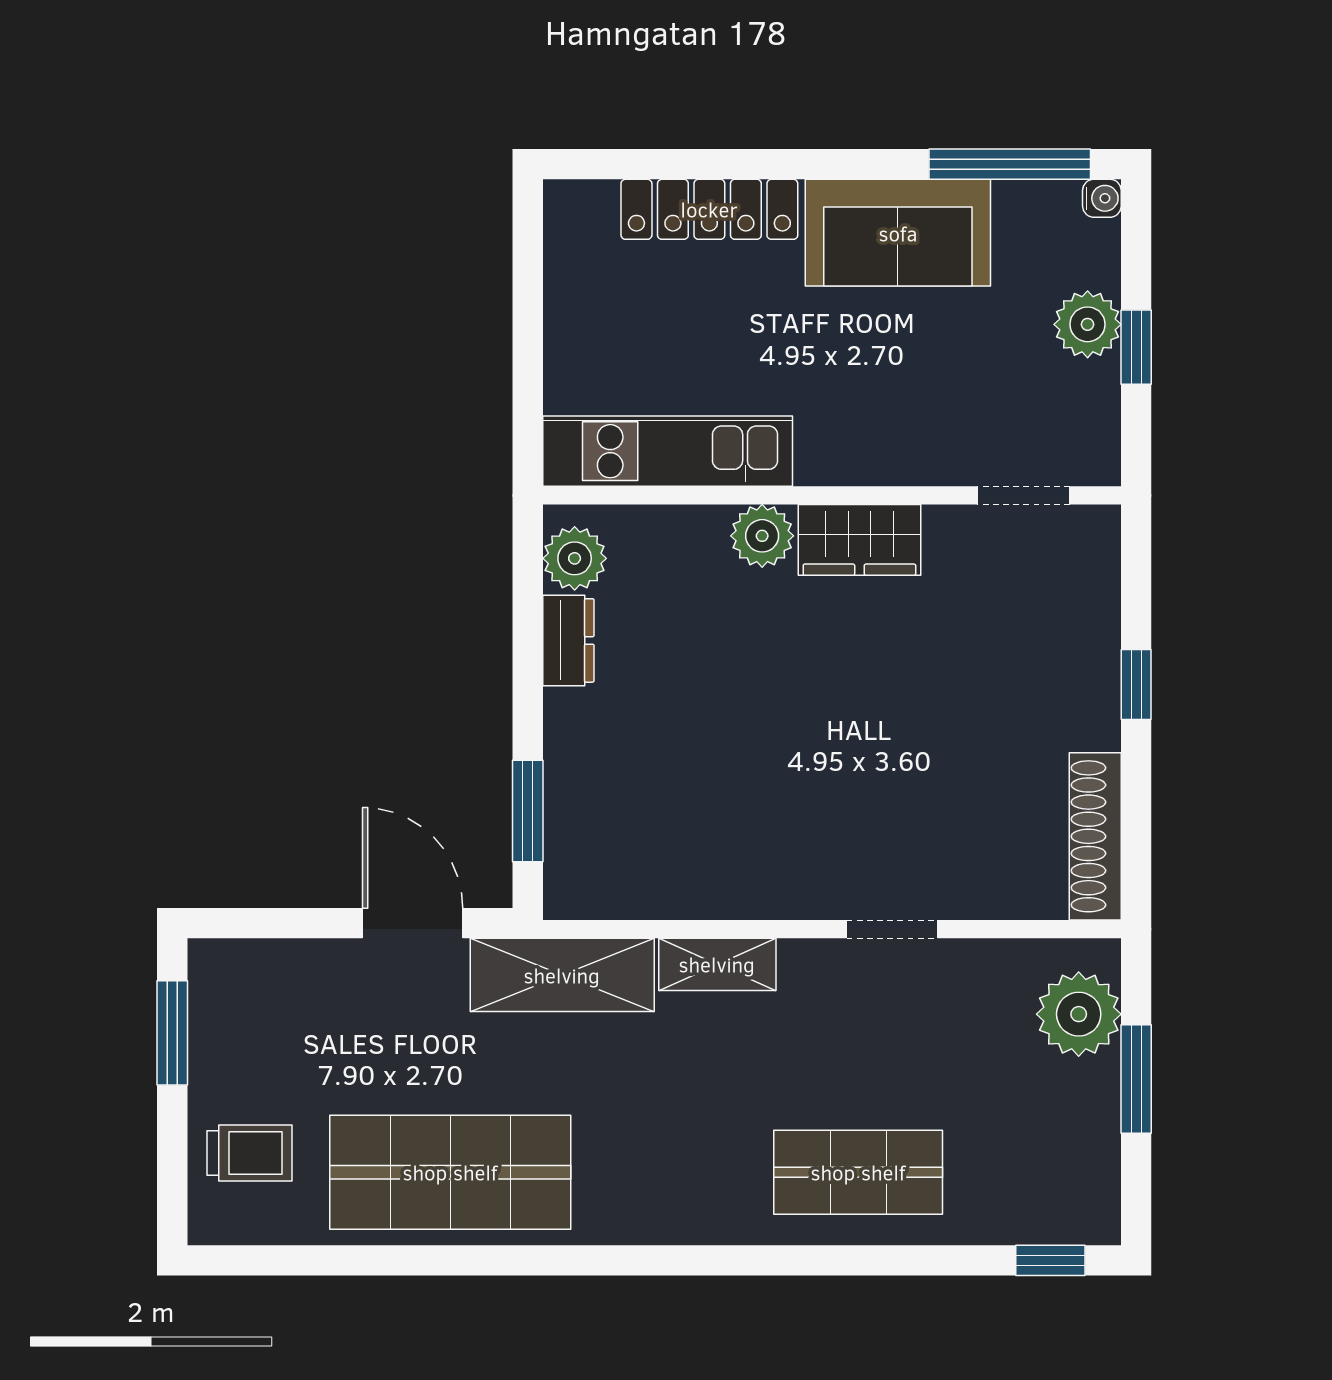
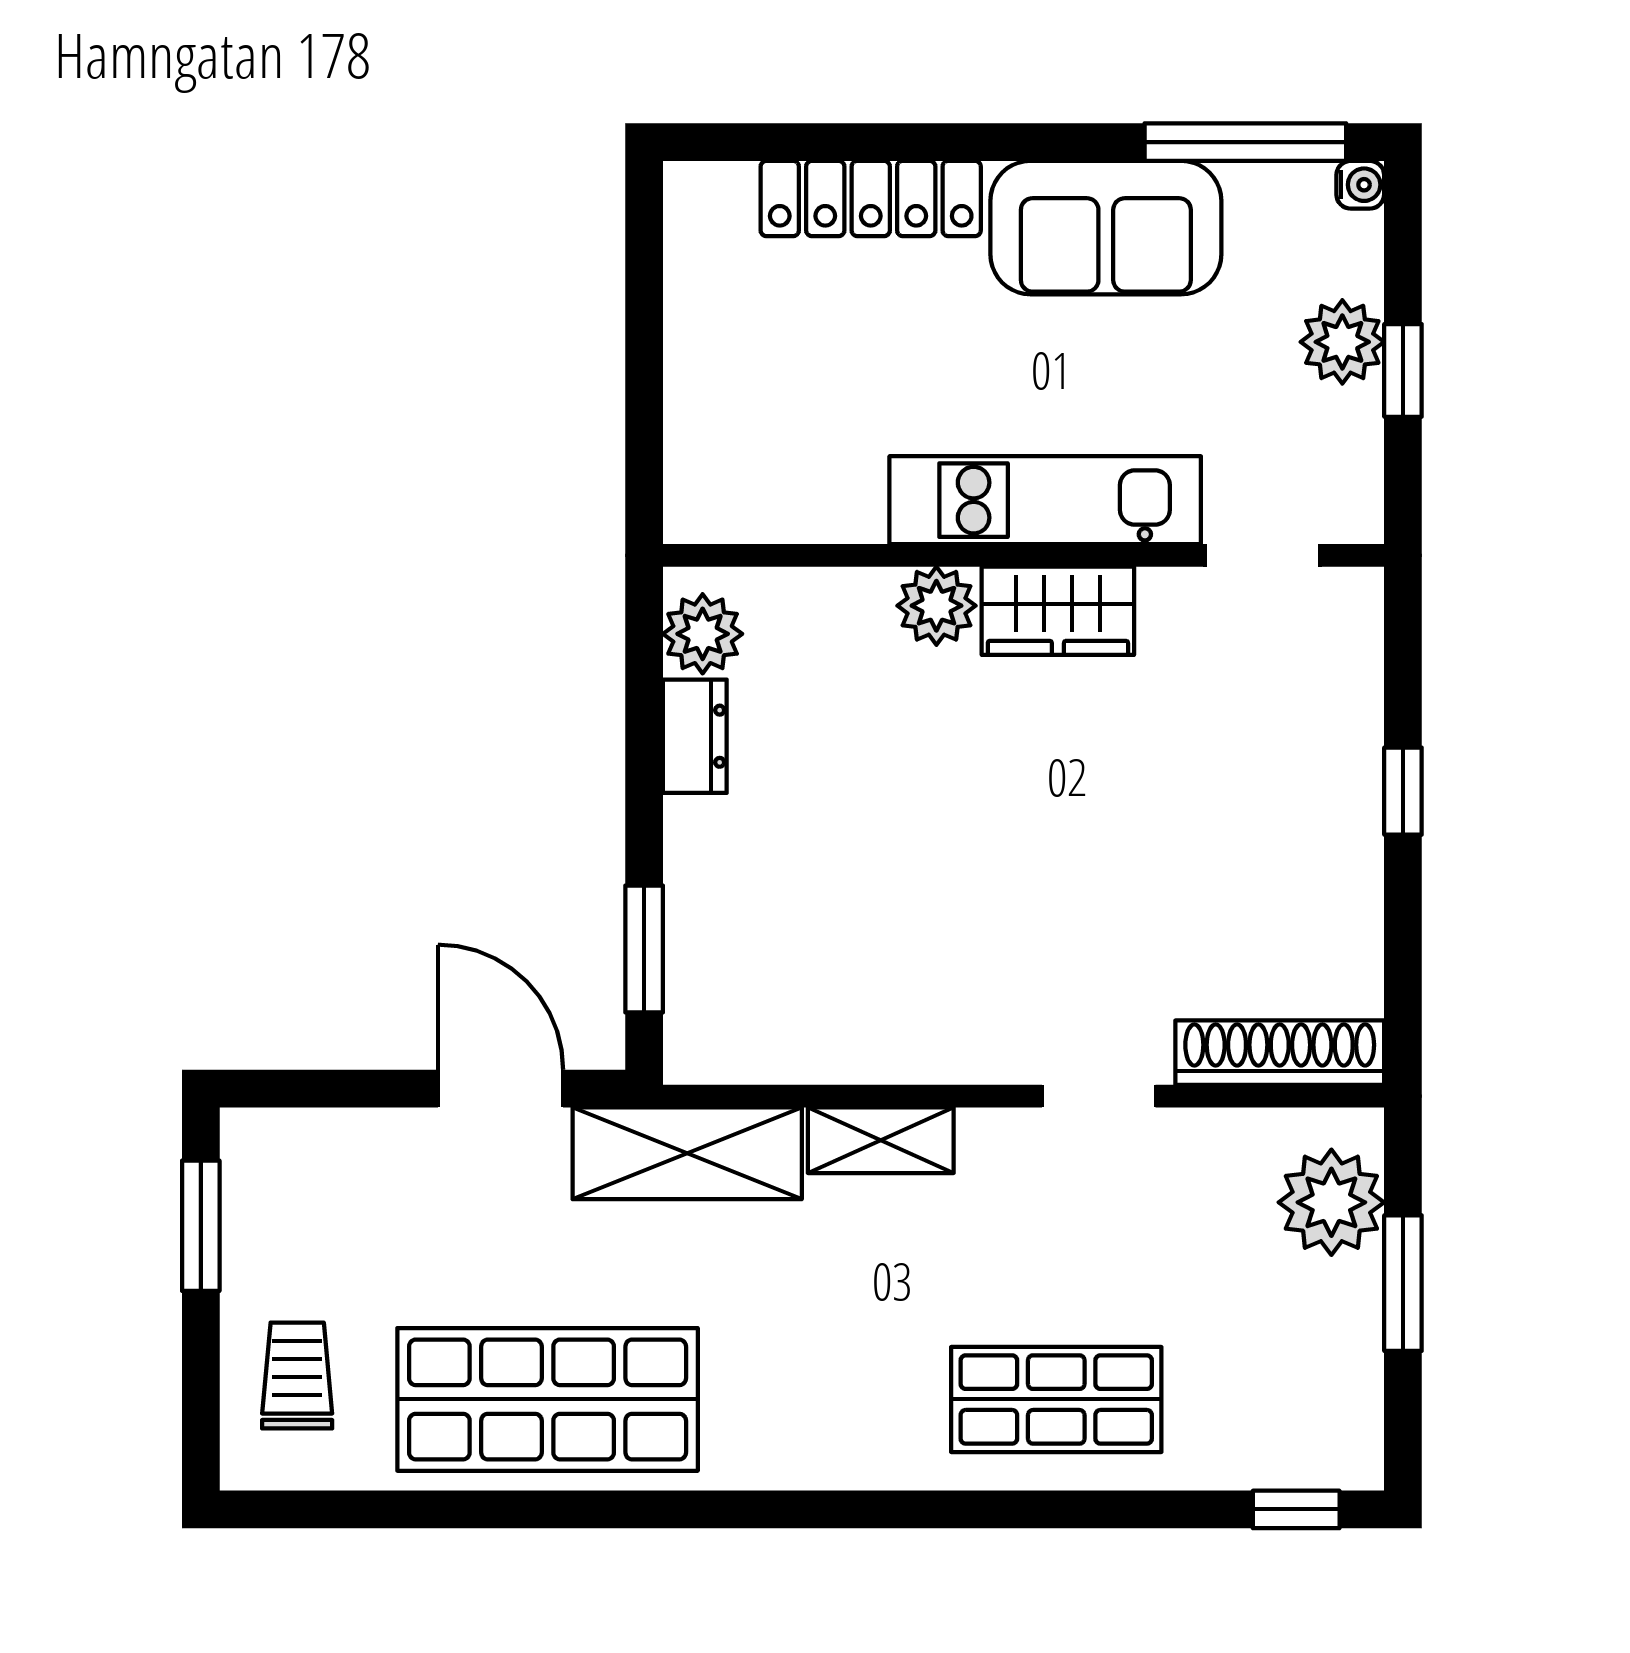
kitchen unit: (668, 451) -> (1045, 500), moved
shoe rack: (1095, 836) -> (1280, 1053), moved, turned 90
trolley: (250, 1153) -> (297, 1375), turned -90

